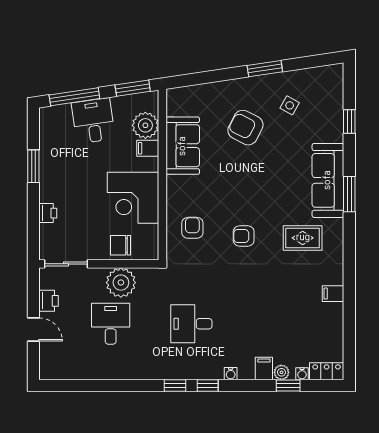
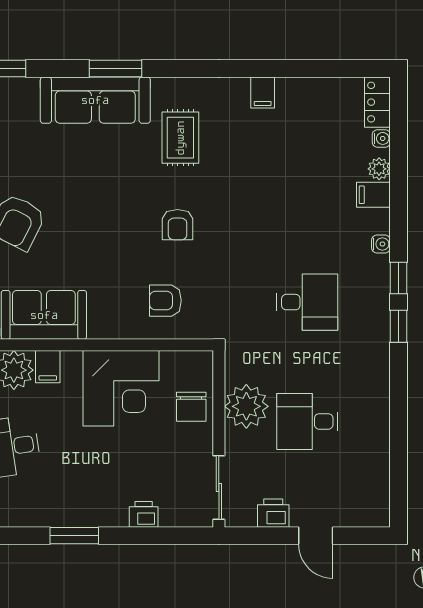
desk: (191, 324) -> (307, 302), turned -90
door: (33, 329) -> (316, 536), swing flipped
window: (288, 385) -> (399, 159), removed

